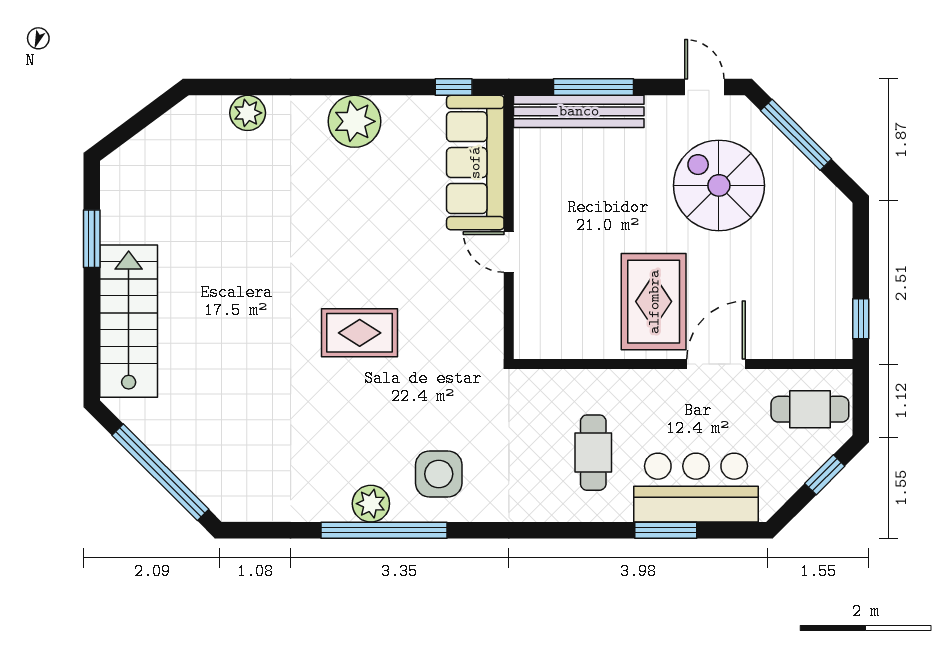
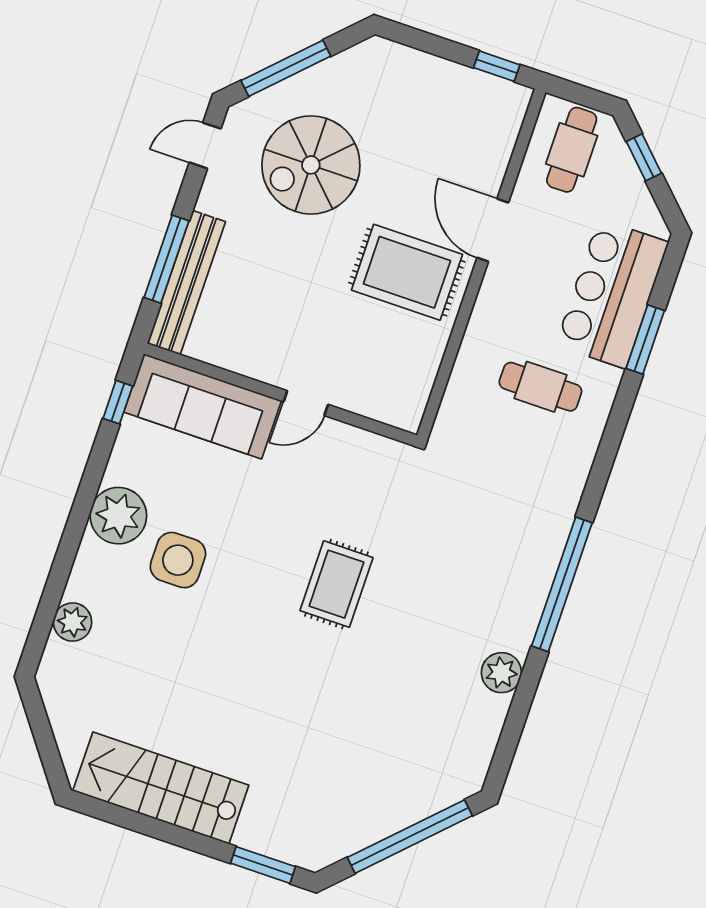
window: (92, 239) -> (263, 865), moved
stairs: (129, 321) -> (161, 788), moved
side table: (439, 474) -> (178, 560), moved
plant: (371, 504) -> (501, 673), moved
window: (384, 530) -> (562, 584), moved

